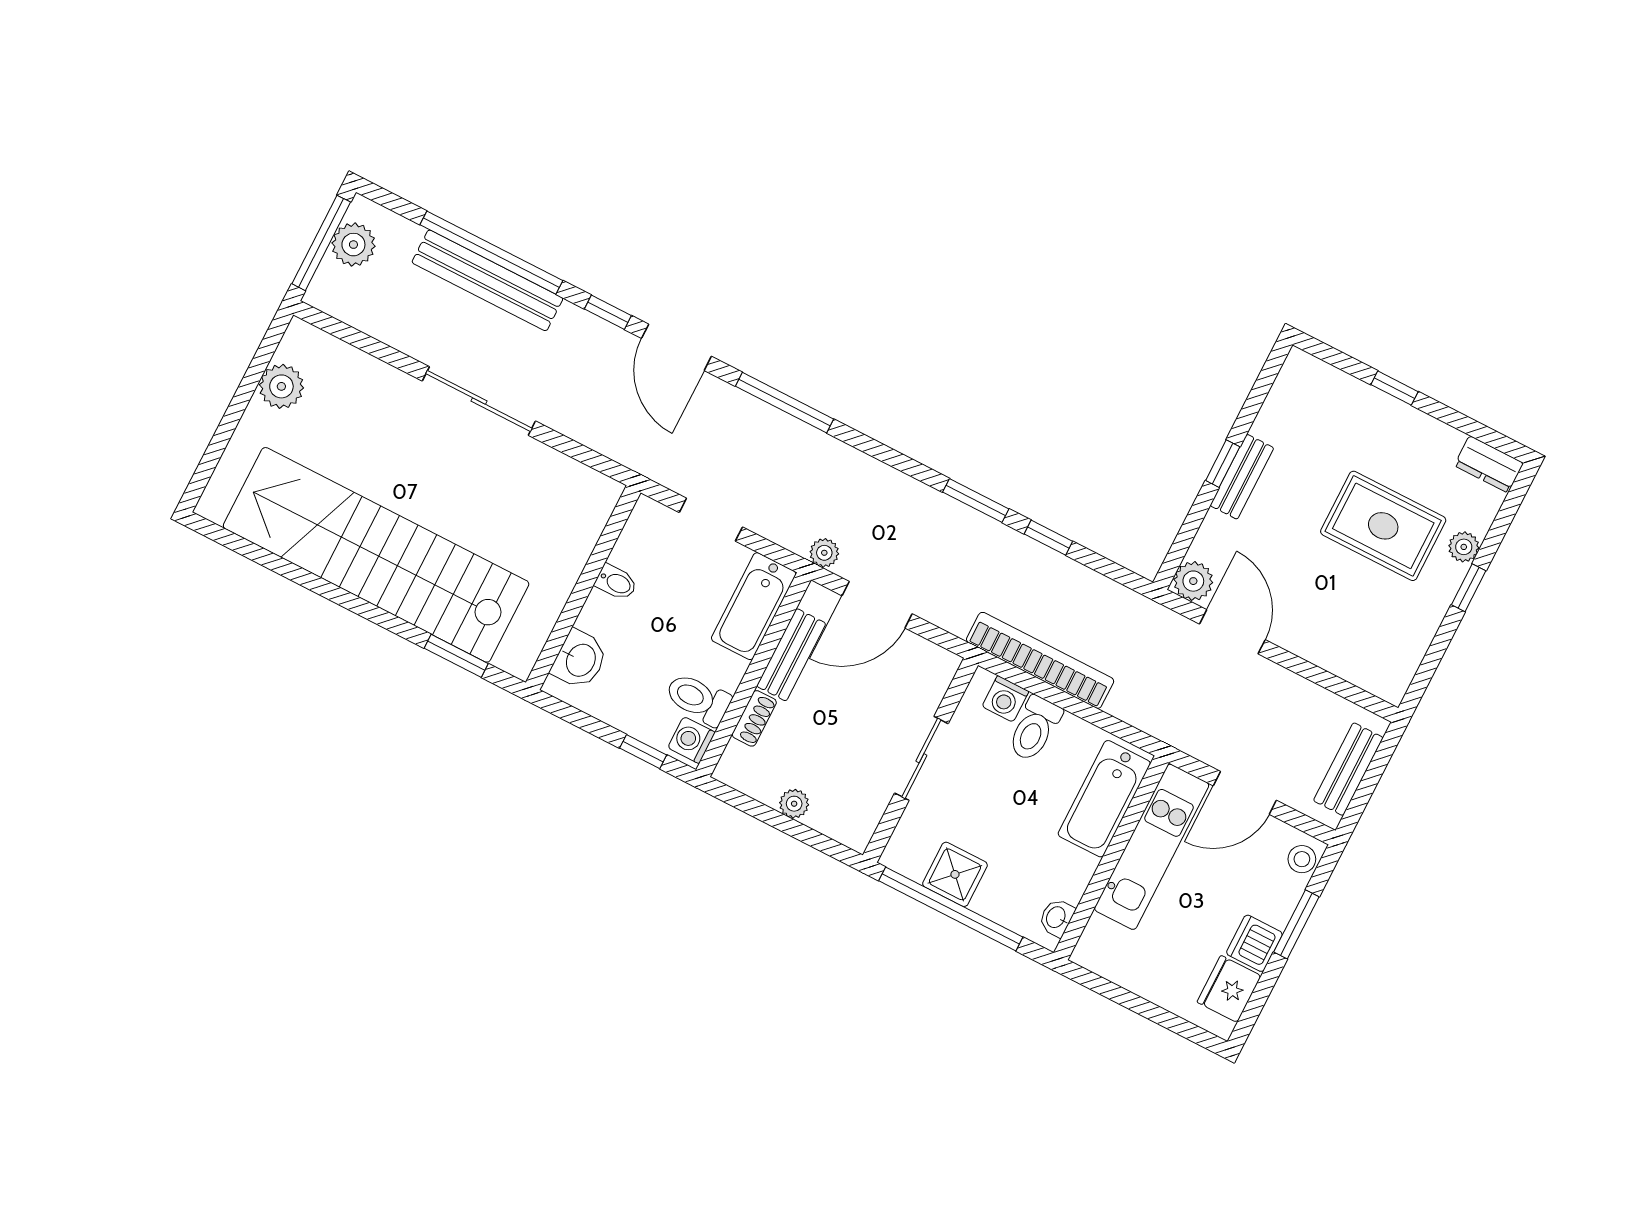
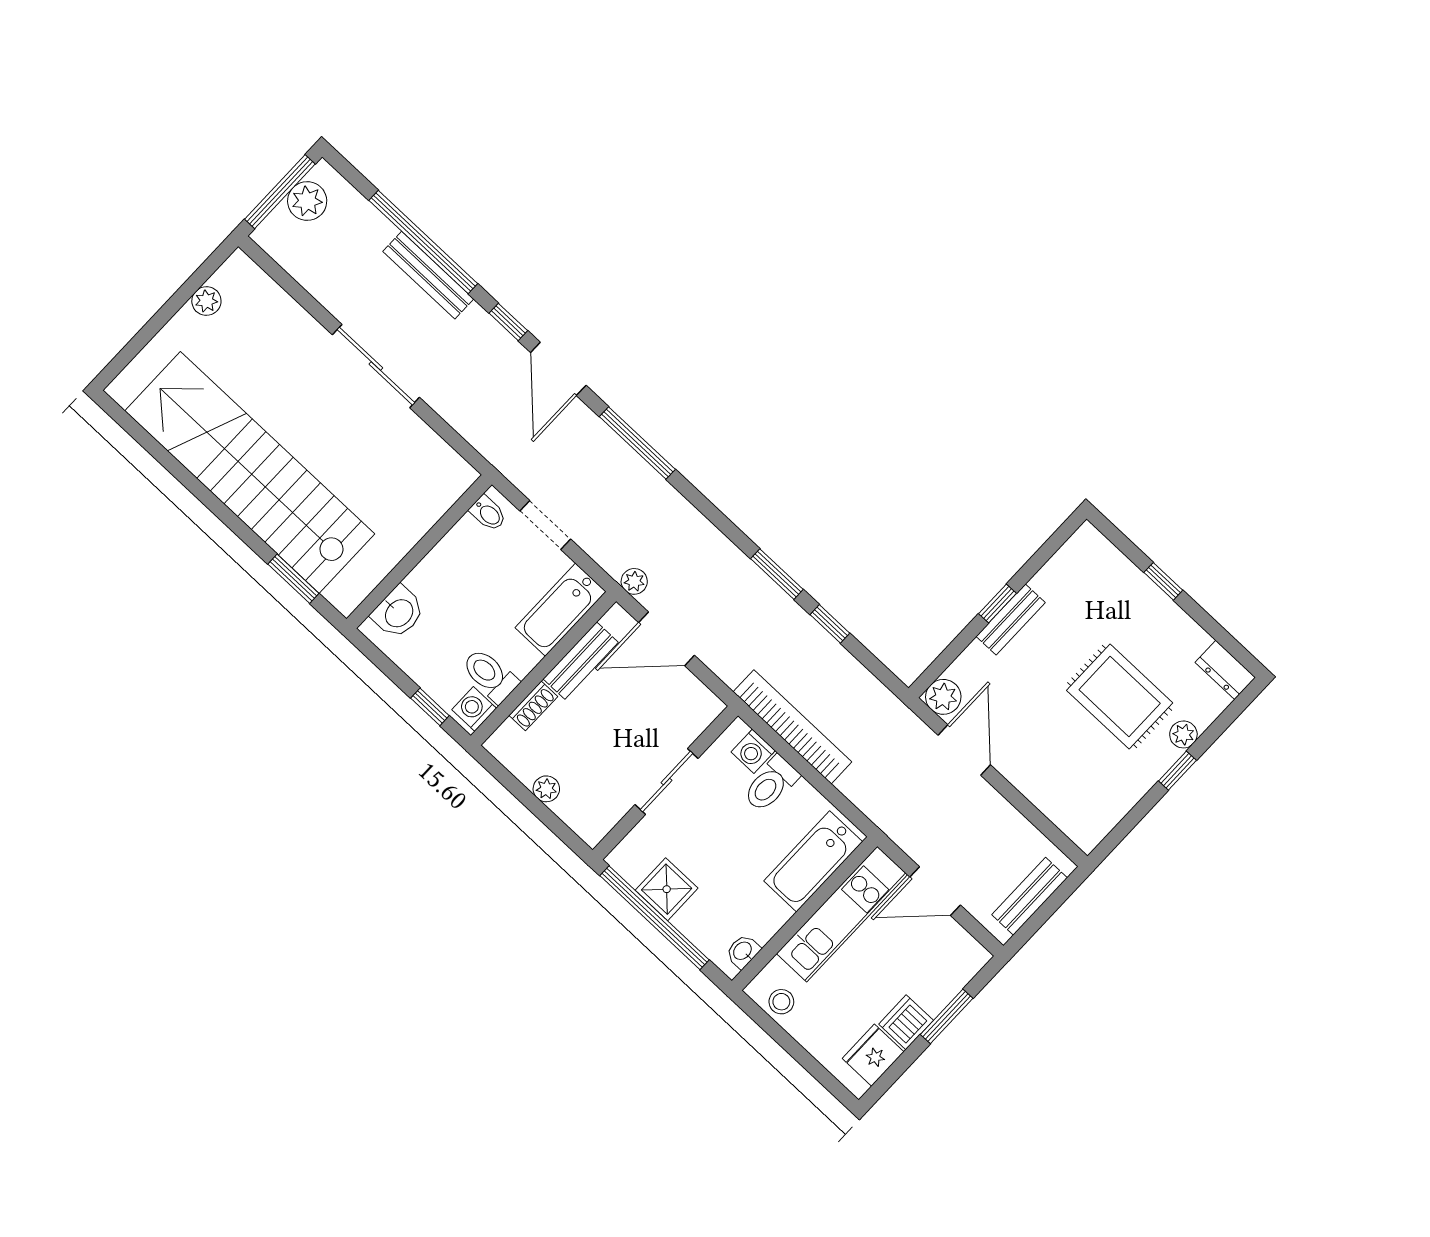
bench: (487, 280) -> (428, 275), width x0.73, depth x0.82
plant: (281, 386) -> (206, 301), width x0.73, depth x0.73
bidet: (616, 582) -> (488, 513), moved
stool: (1302, 859) -> (781, 1002), moved

